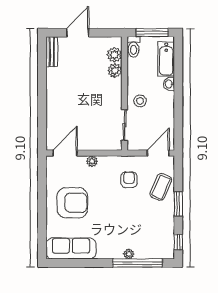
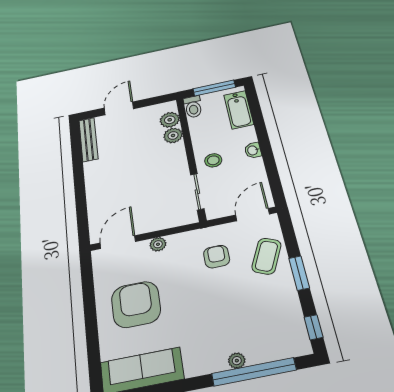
bench: (52, 52) -> (88, 139), width x1.36
washbasin: (169, 84) -> (253, 150), moved
armchair: (72, 203) -> (136, 304), turned -90

